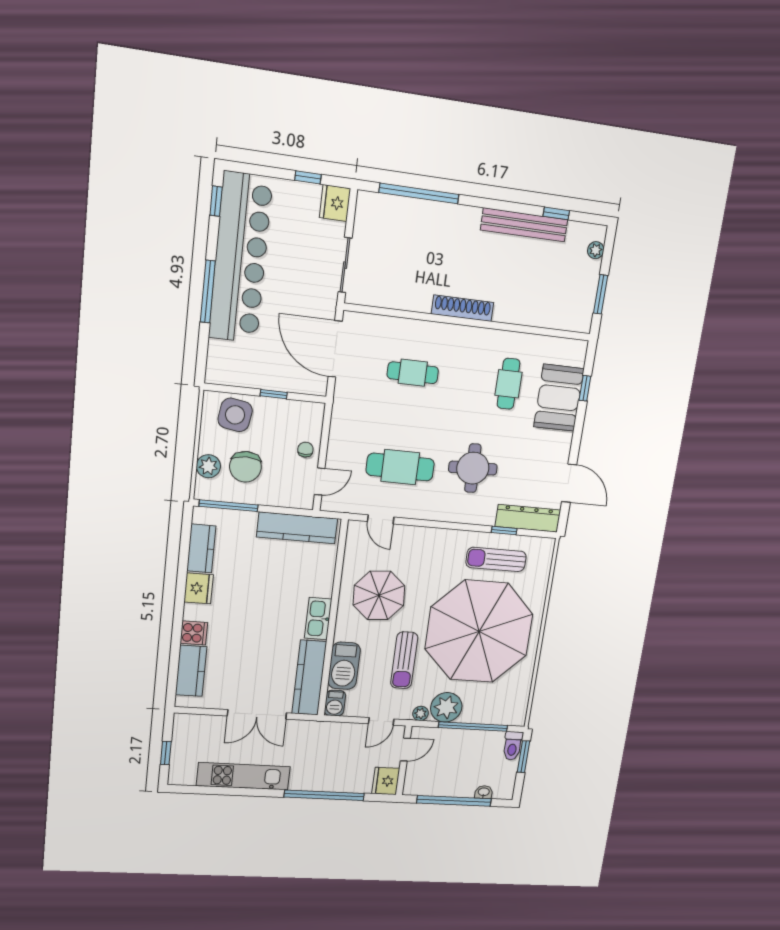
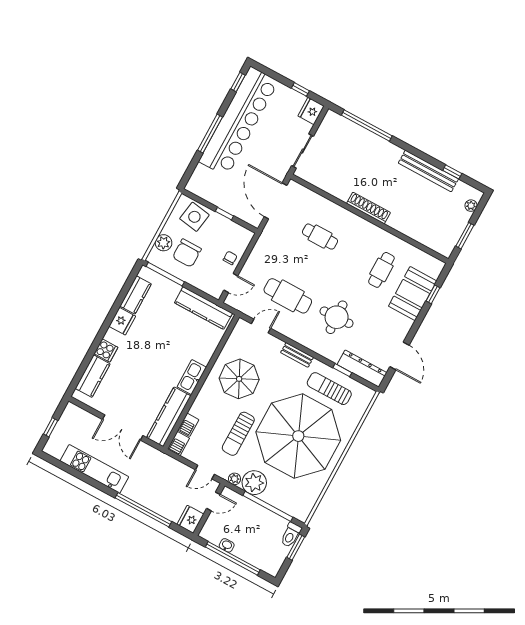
door: (381, 519) -> (261, 326), swing flipped
bench: (440, 536) -> (297, 355), added
barbecue: (344, 666) -> (188, 425), width x0.53, depth x0.65
washbasin: (484, 792) -> (227, 545), moved

